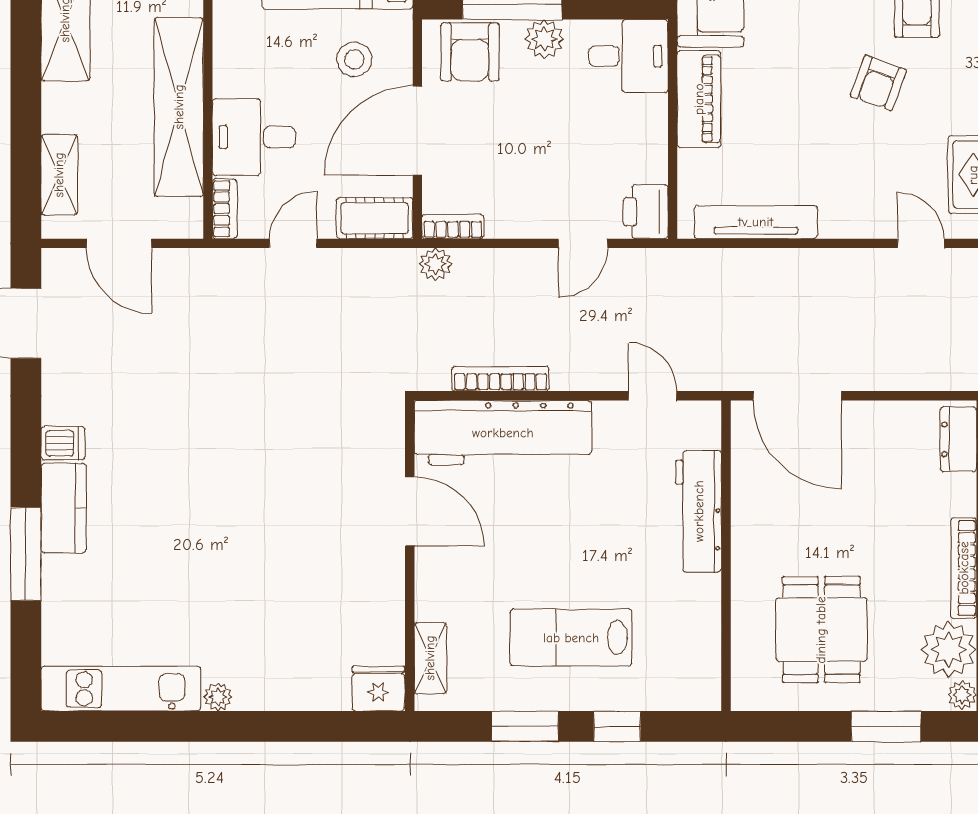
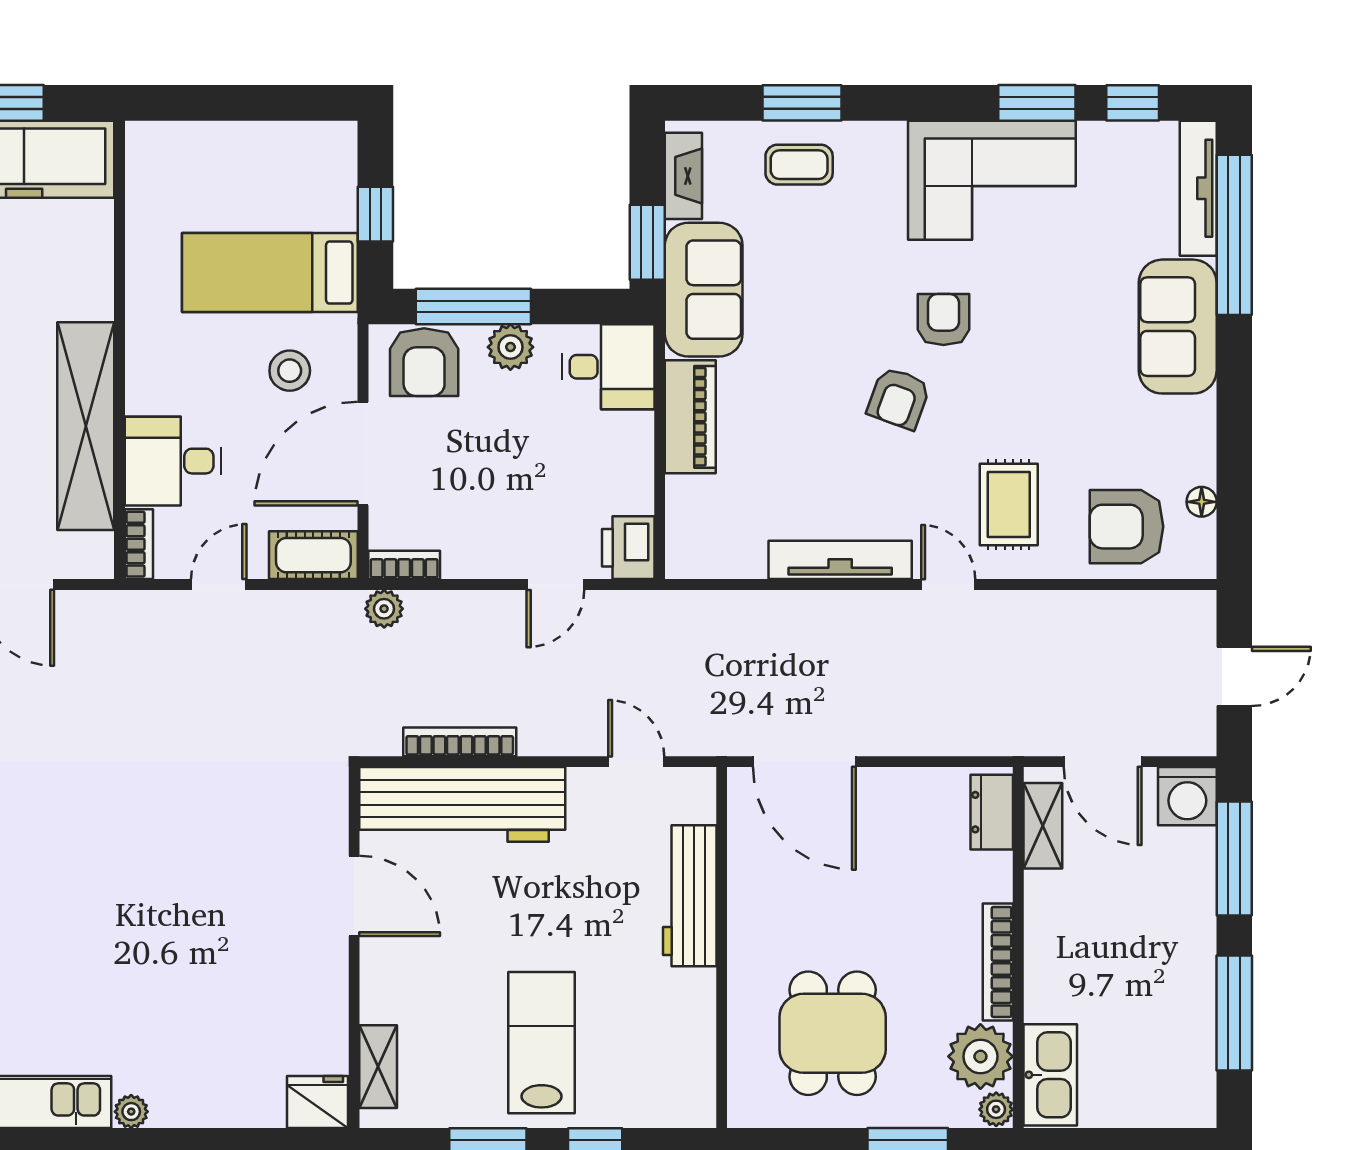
tv unit: (756, 222) -> (840, 560), moved
lab bench: (571, 638) -> (542, 1043), turned 90

